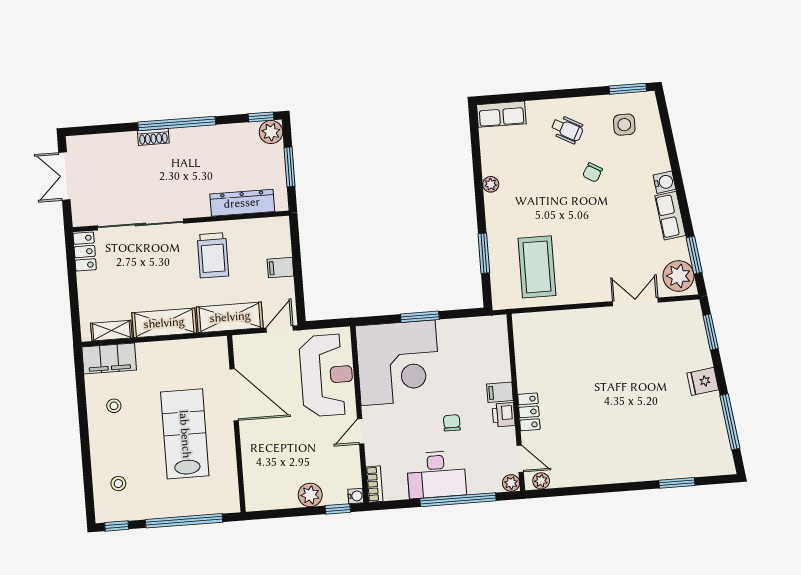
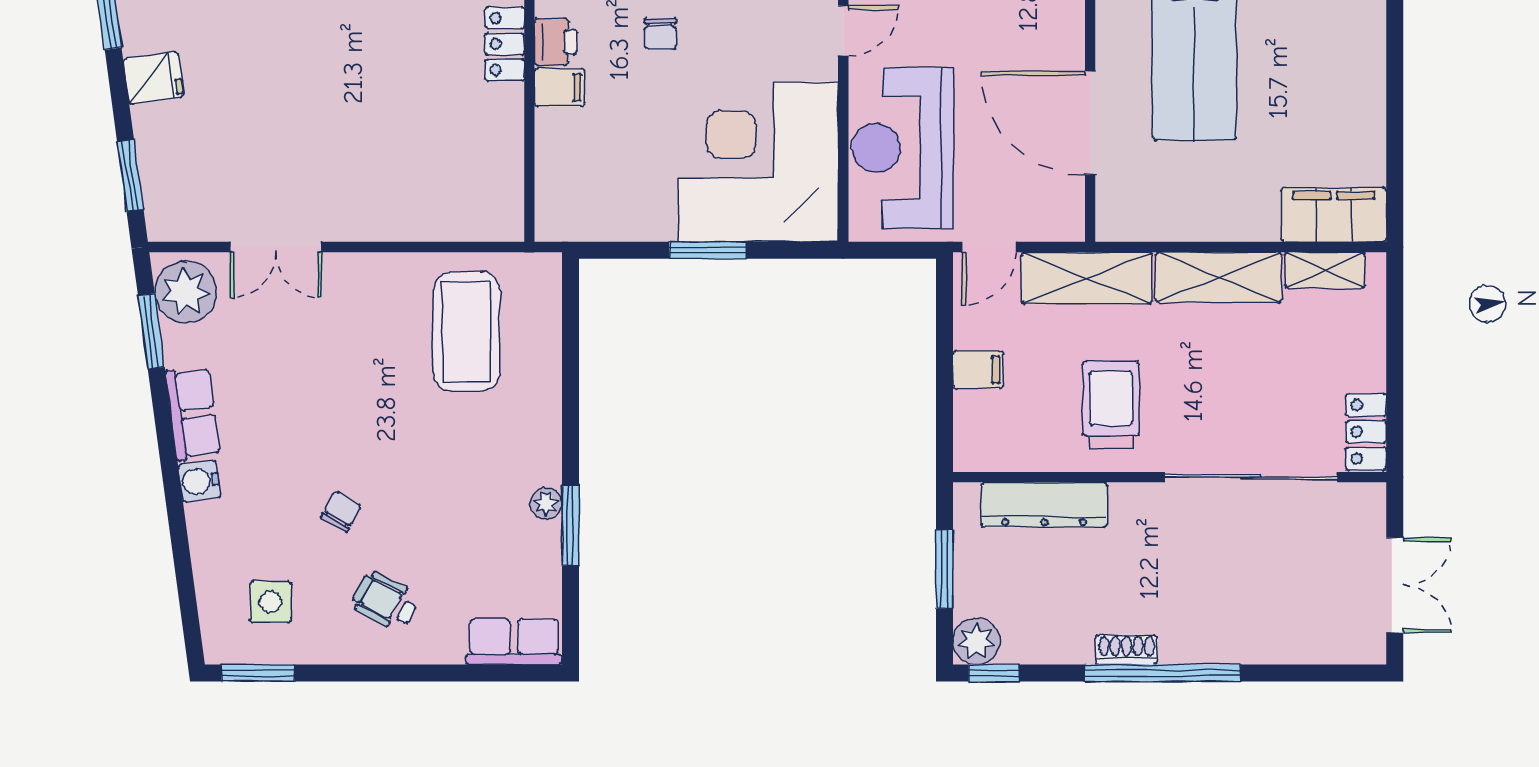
shoe rack: (153, 137) -> (1127, 650), moved
window: (484, 253) -> (570, 525), moved
stool: (114, 406) -> (1331, 120), removed

